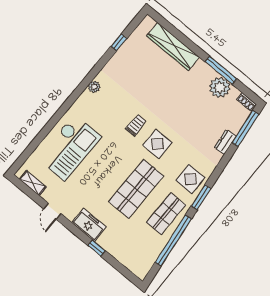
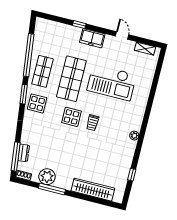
dresser: (225, 142) -> (24, 153), moved
checkout: (69, 148) -> (112, 82), moved, turned -90

